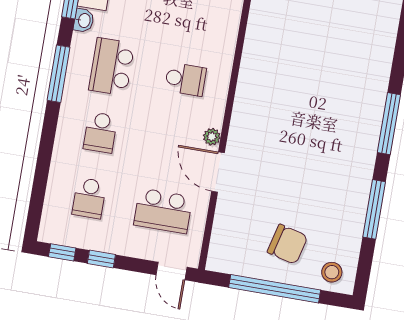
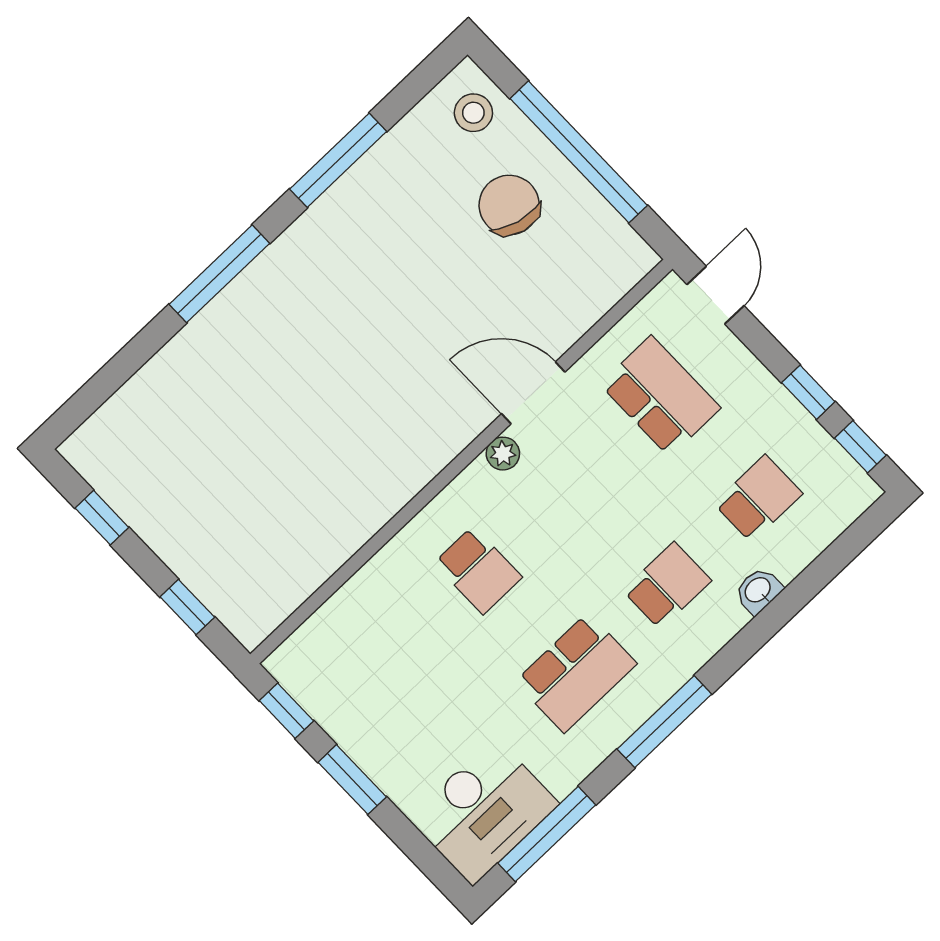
washbasin: (84, 20) -> (758, 591), moved
school desk: (185, 79) -> (478, 570), turned 180
door: (218, 172) -> (533, 393), swing flipped

